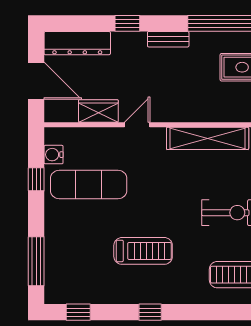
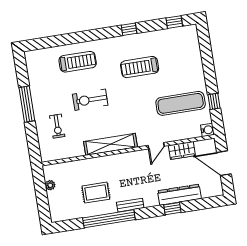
bench: (168, 39) -> (130, 205), moved
dresser: (77, 43) -> (179, 195), moved
water cooler: (54, 155) -> (207, 130), moved
window: (36, 261) -> (206, 50), removed

